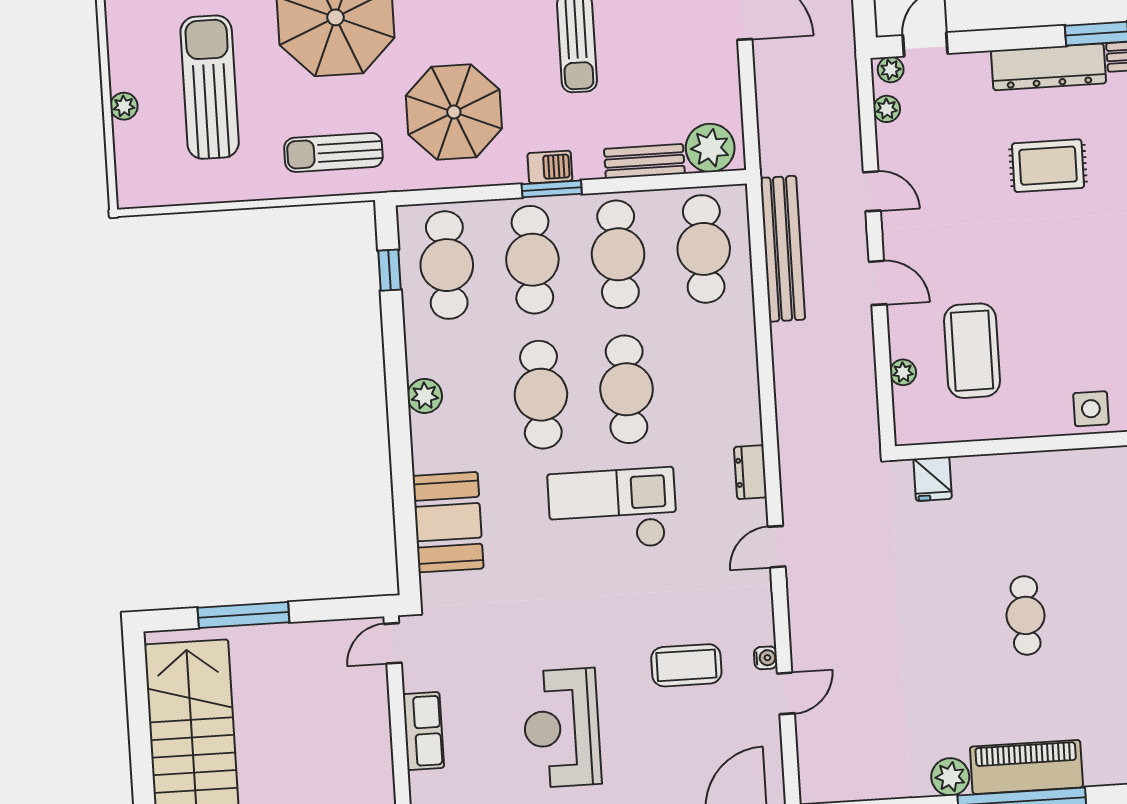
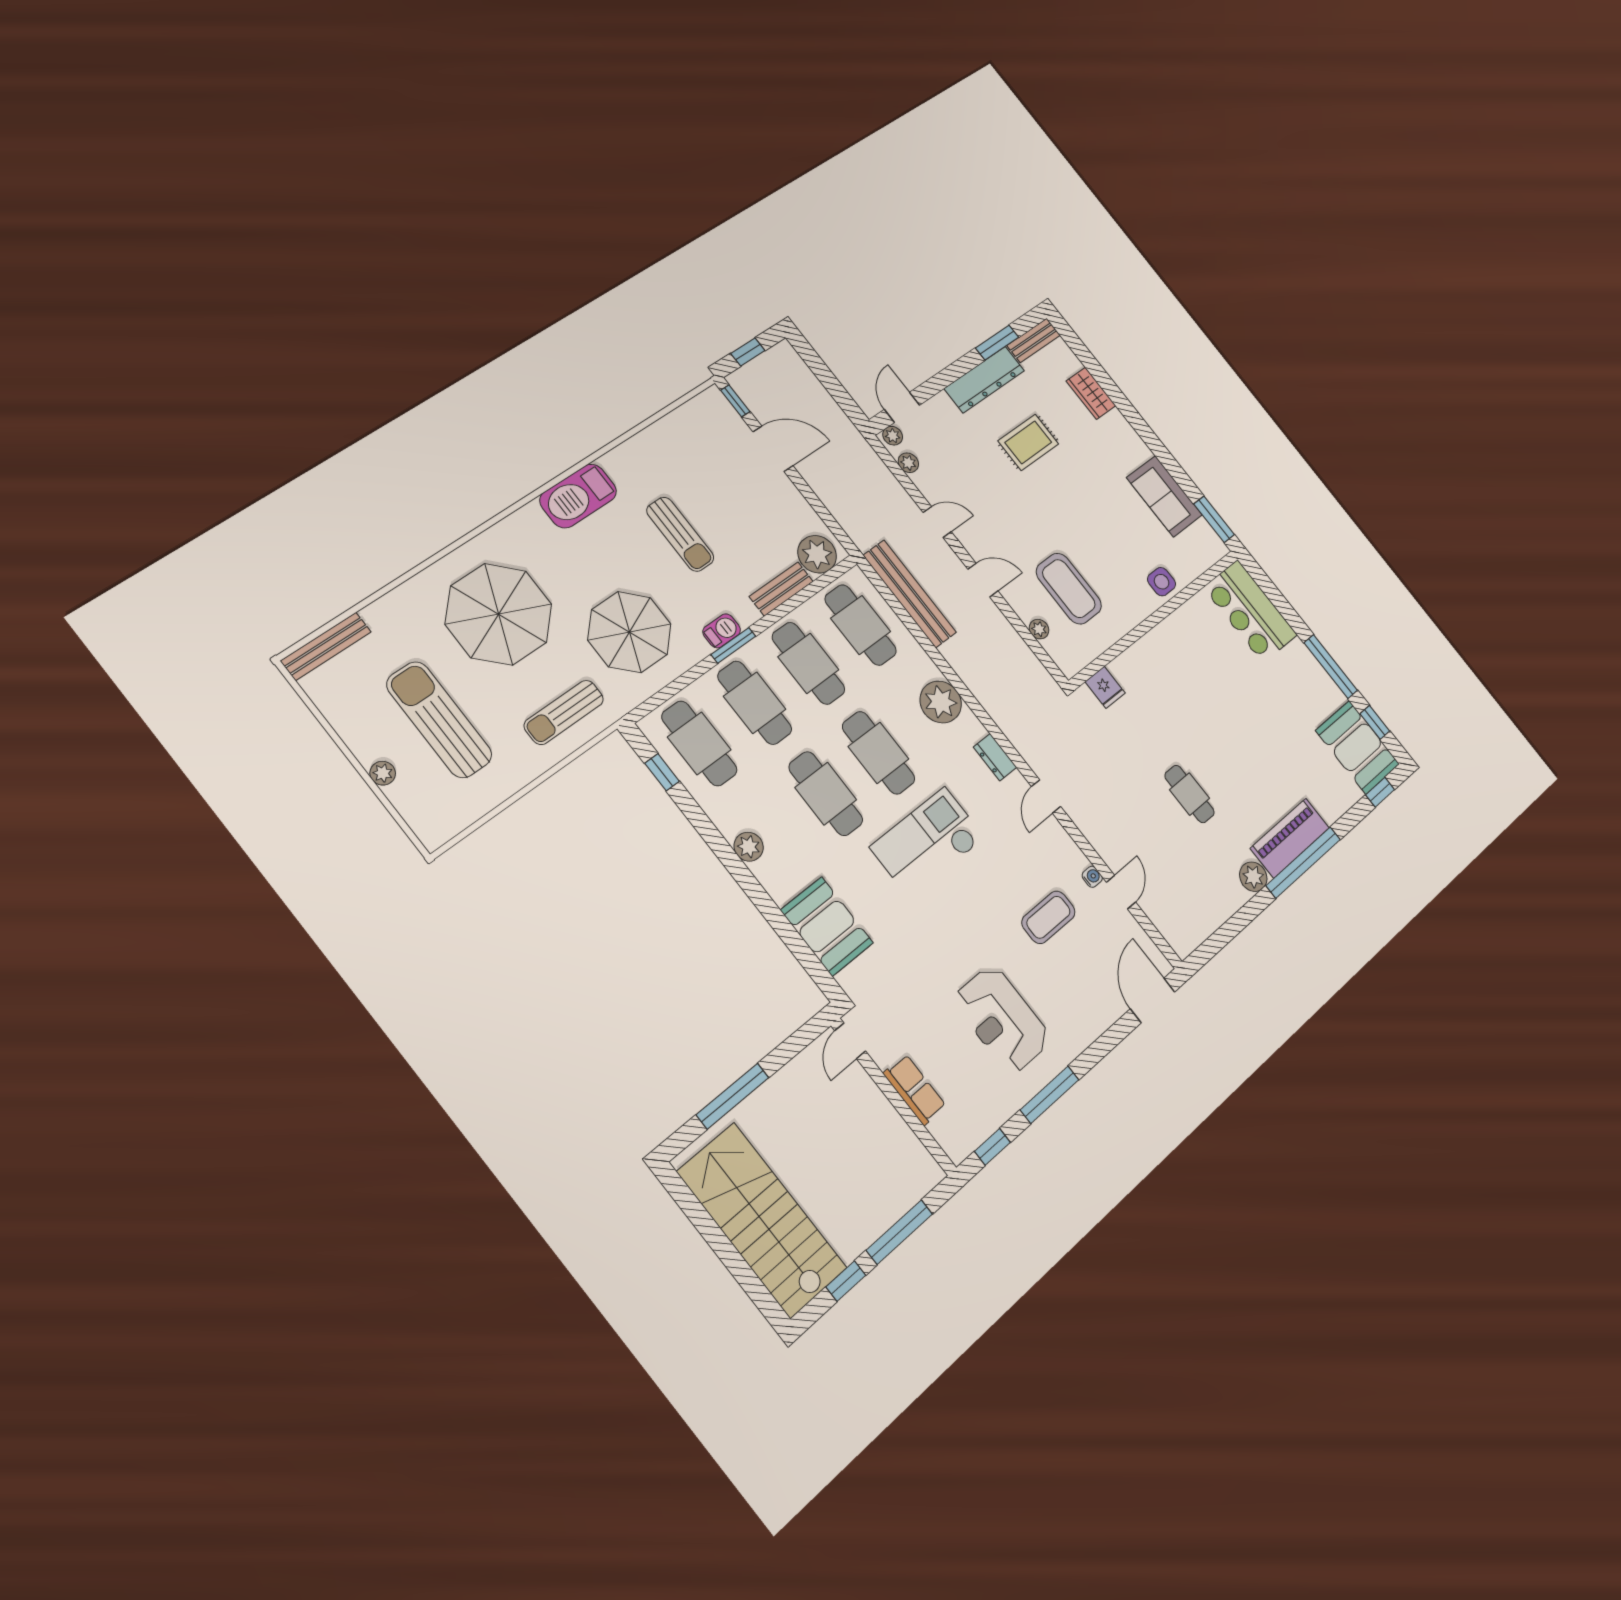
plant: (733, 380) -> (941, 702), added
cafe table: (1026, 615) -> (1190, 794), moved

